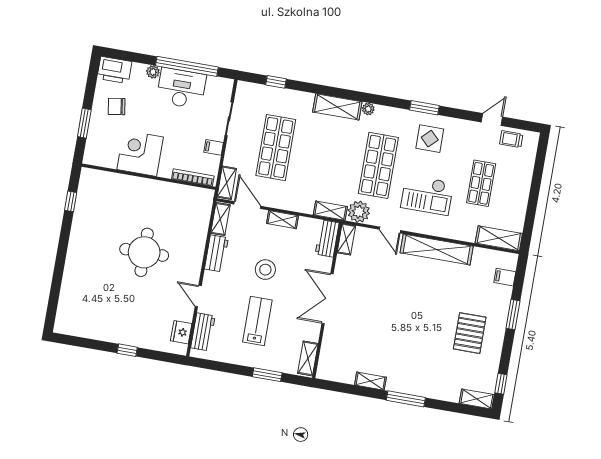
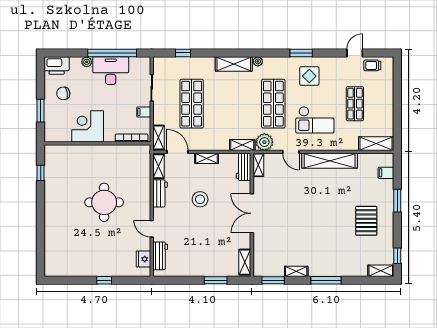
lab bench: (257, 321) -> (201, 240), removed
window: (339, 387) -> (273, 280), added

